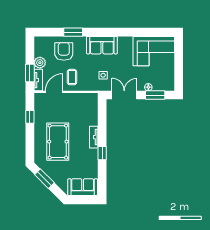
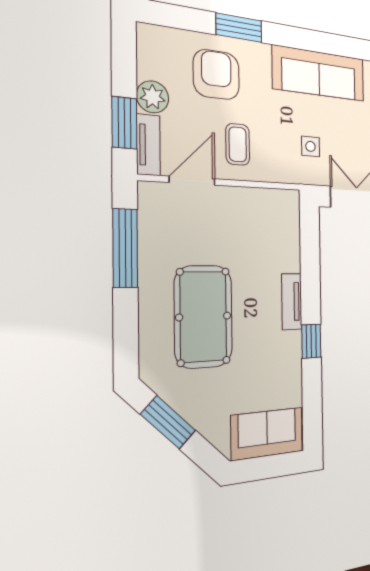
sofa: (102, 45) -> (319, 74), width x1.36
window: (30, 117) -> (125, 248), width x2.17

